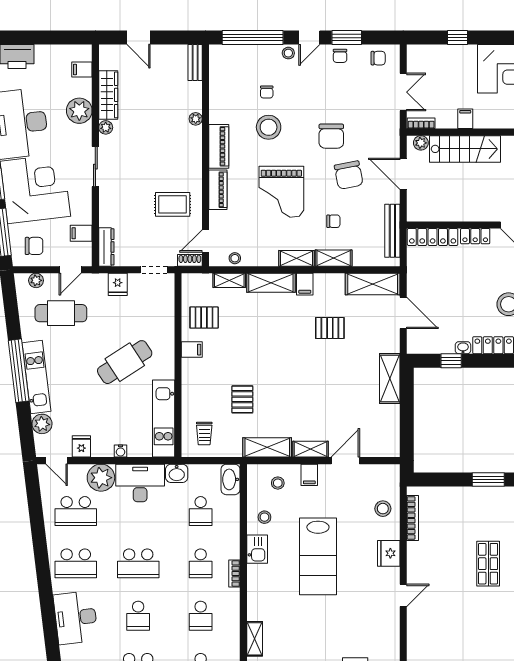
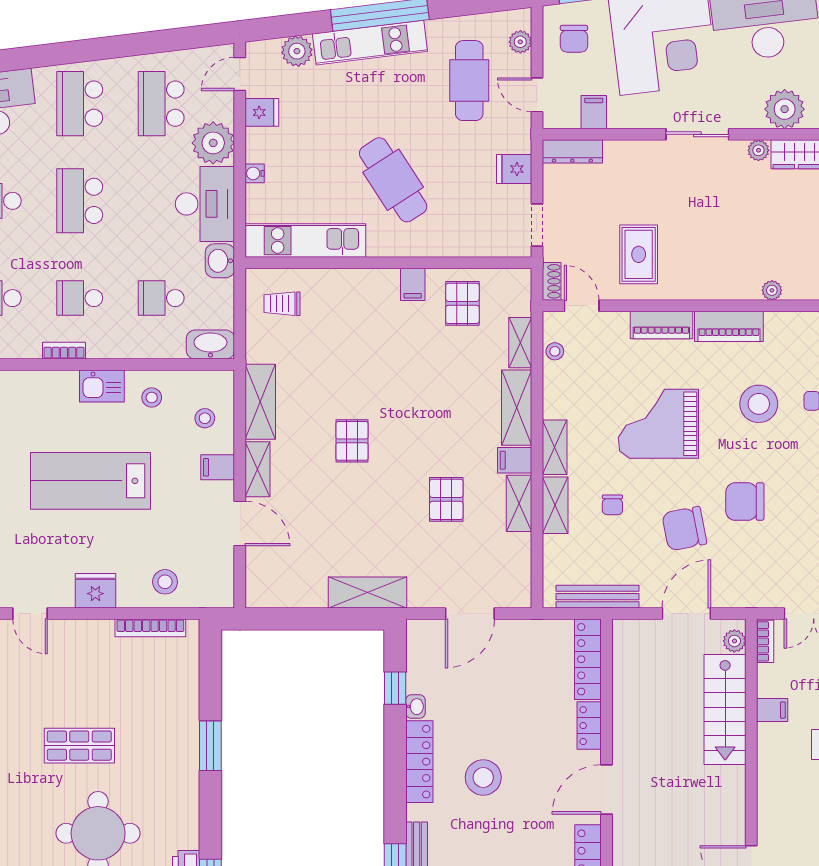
shelving: (373, 284) -> (519, 503), moved, width x0.67, depth x0.75
pallet: (242, 399) -> (352, 441), moved, turned 90

